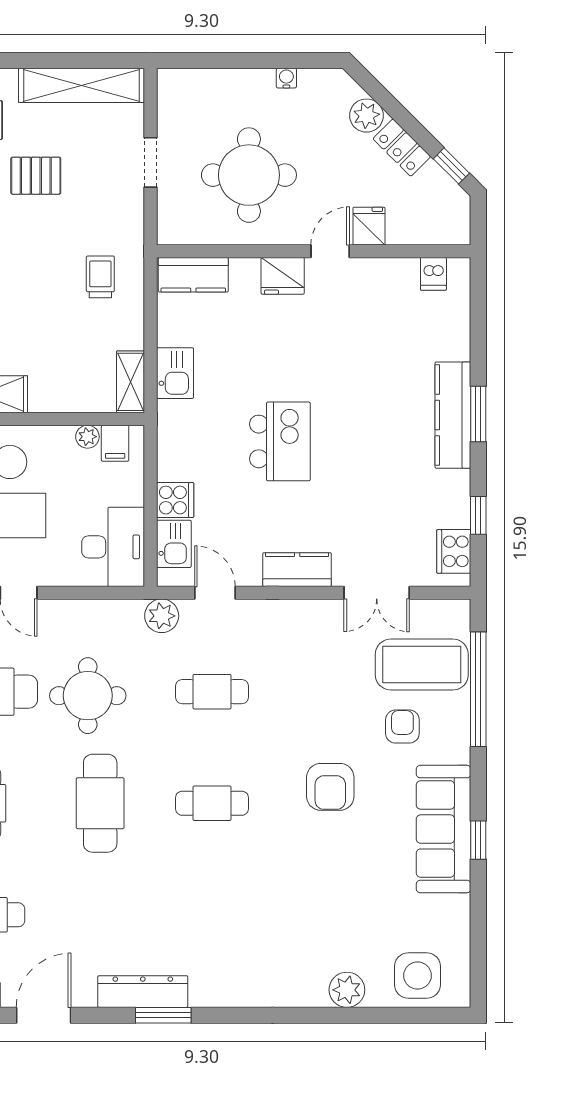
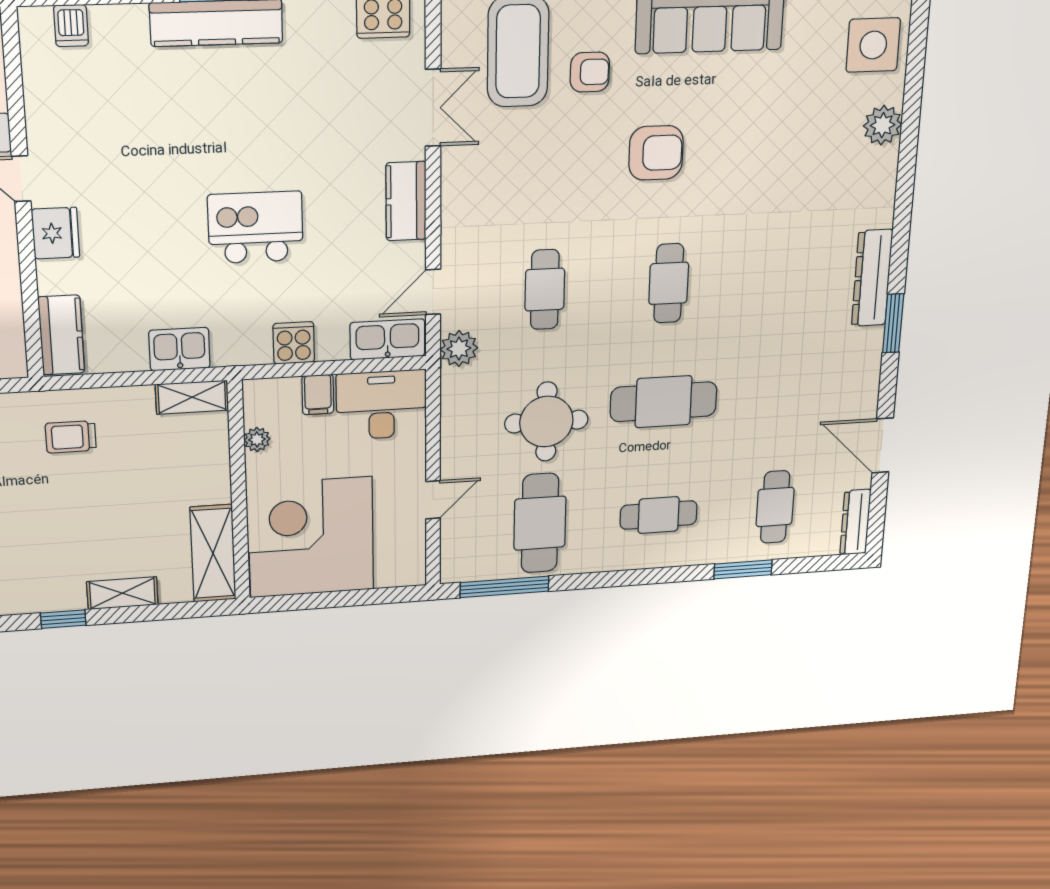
dishwasher: (433, 274) -> (71, 26), moved, turned 90
filing cabinet: (115, 443) -> (318, 395), moved, turned 90
cooker: (175, 500) -> (294, 343), moved
kitchen sink: (174, 544) -> (387, 339), width x1.38
armchair: (402, 727) -> (590, 72), turned 180
dresser: (143, 992) -> (872, 278), moved

